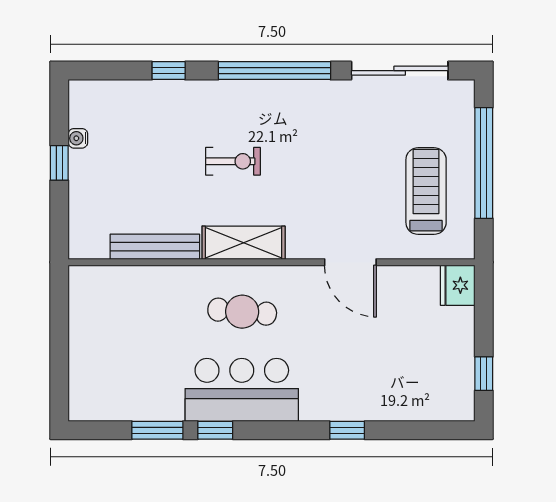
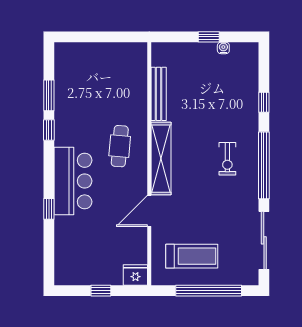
exercise bike: (233, 161) -> (227, 159), moved
shelving: (244, 243) -> (161, 159), width x1.47
window: (484, 374) -> (101, 291), moved
bar counter: (242, 390) -> (73, 181), moved

